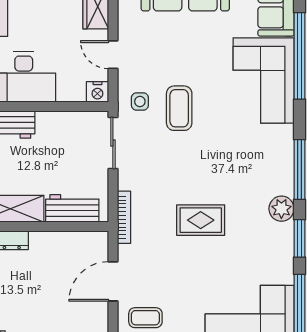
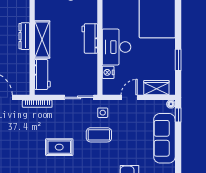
nightstand: (97, 92) -> (108, 72), moved
rug: (201, 220) -> (59, 147), moved, turned 90

